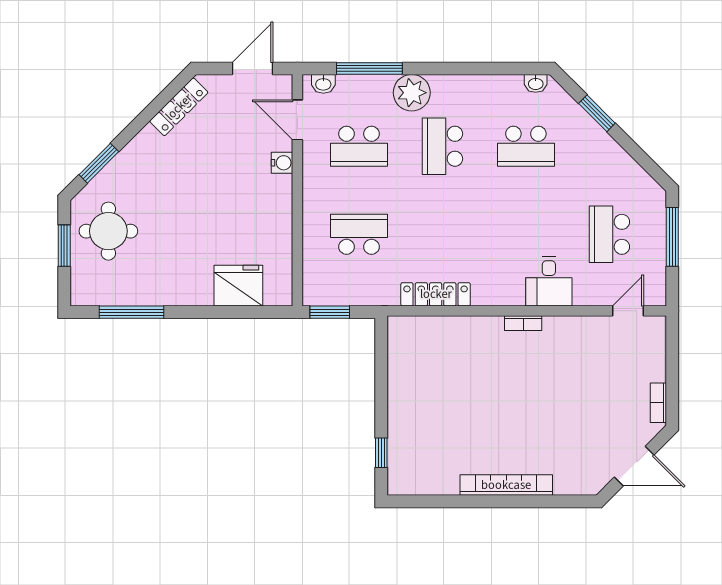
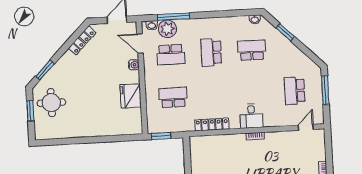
plant: (412, 93) -> (167, 29), moved
school desk: (526, 146) -> (252, 50), turned 180
desk: (549, 281) -> (251, 116), moved
fridge: (238, 286) -> (131, 96), moved, turned -90
window: (132, 312) -> (65, 141), removed

